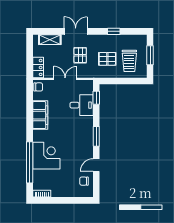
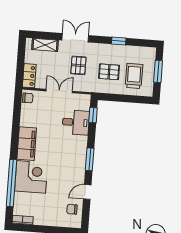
trolley: (129, 61) -> (134, 76), turned 180
filing cabinet: (40, 115) -> (27, 144), moved

